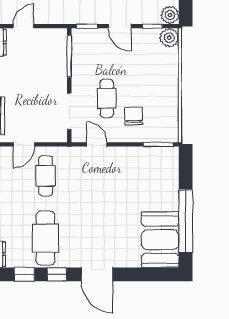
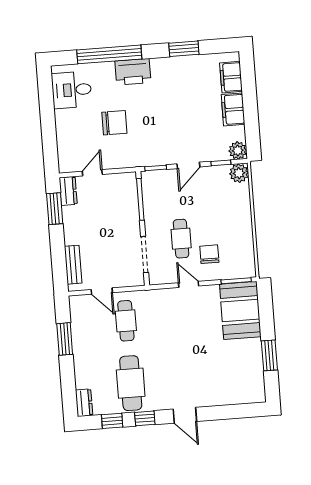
door: (120, 26) -> (188, 165), hinge flipped
door: (24, 144) -> (102, 291), hinge flipped
door: (97, 144) -> (189, 284), moved
window: (186, 221) -> (269, 355), width x0.47
booth: (160, 240) -> (240, 310), moved
door: (97, 274) -> (185, 415), width x0.73

